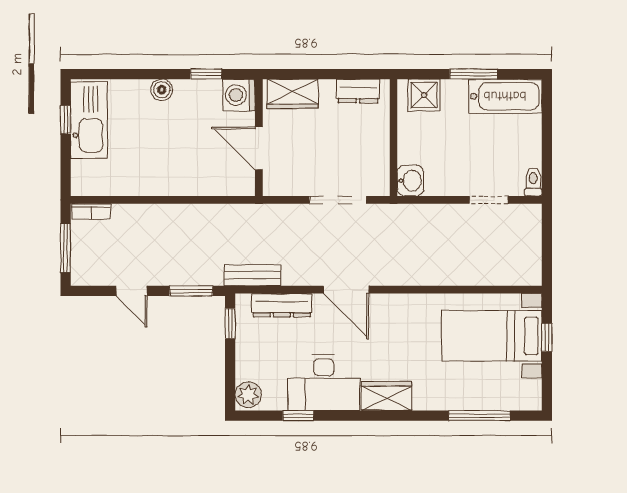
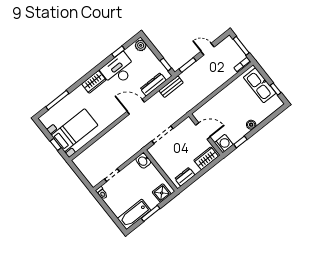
kitchen sink: (89, 120) -> (260, 85), moved

